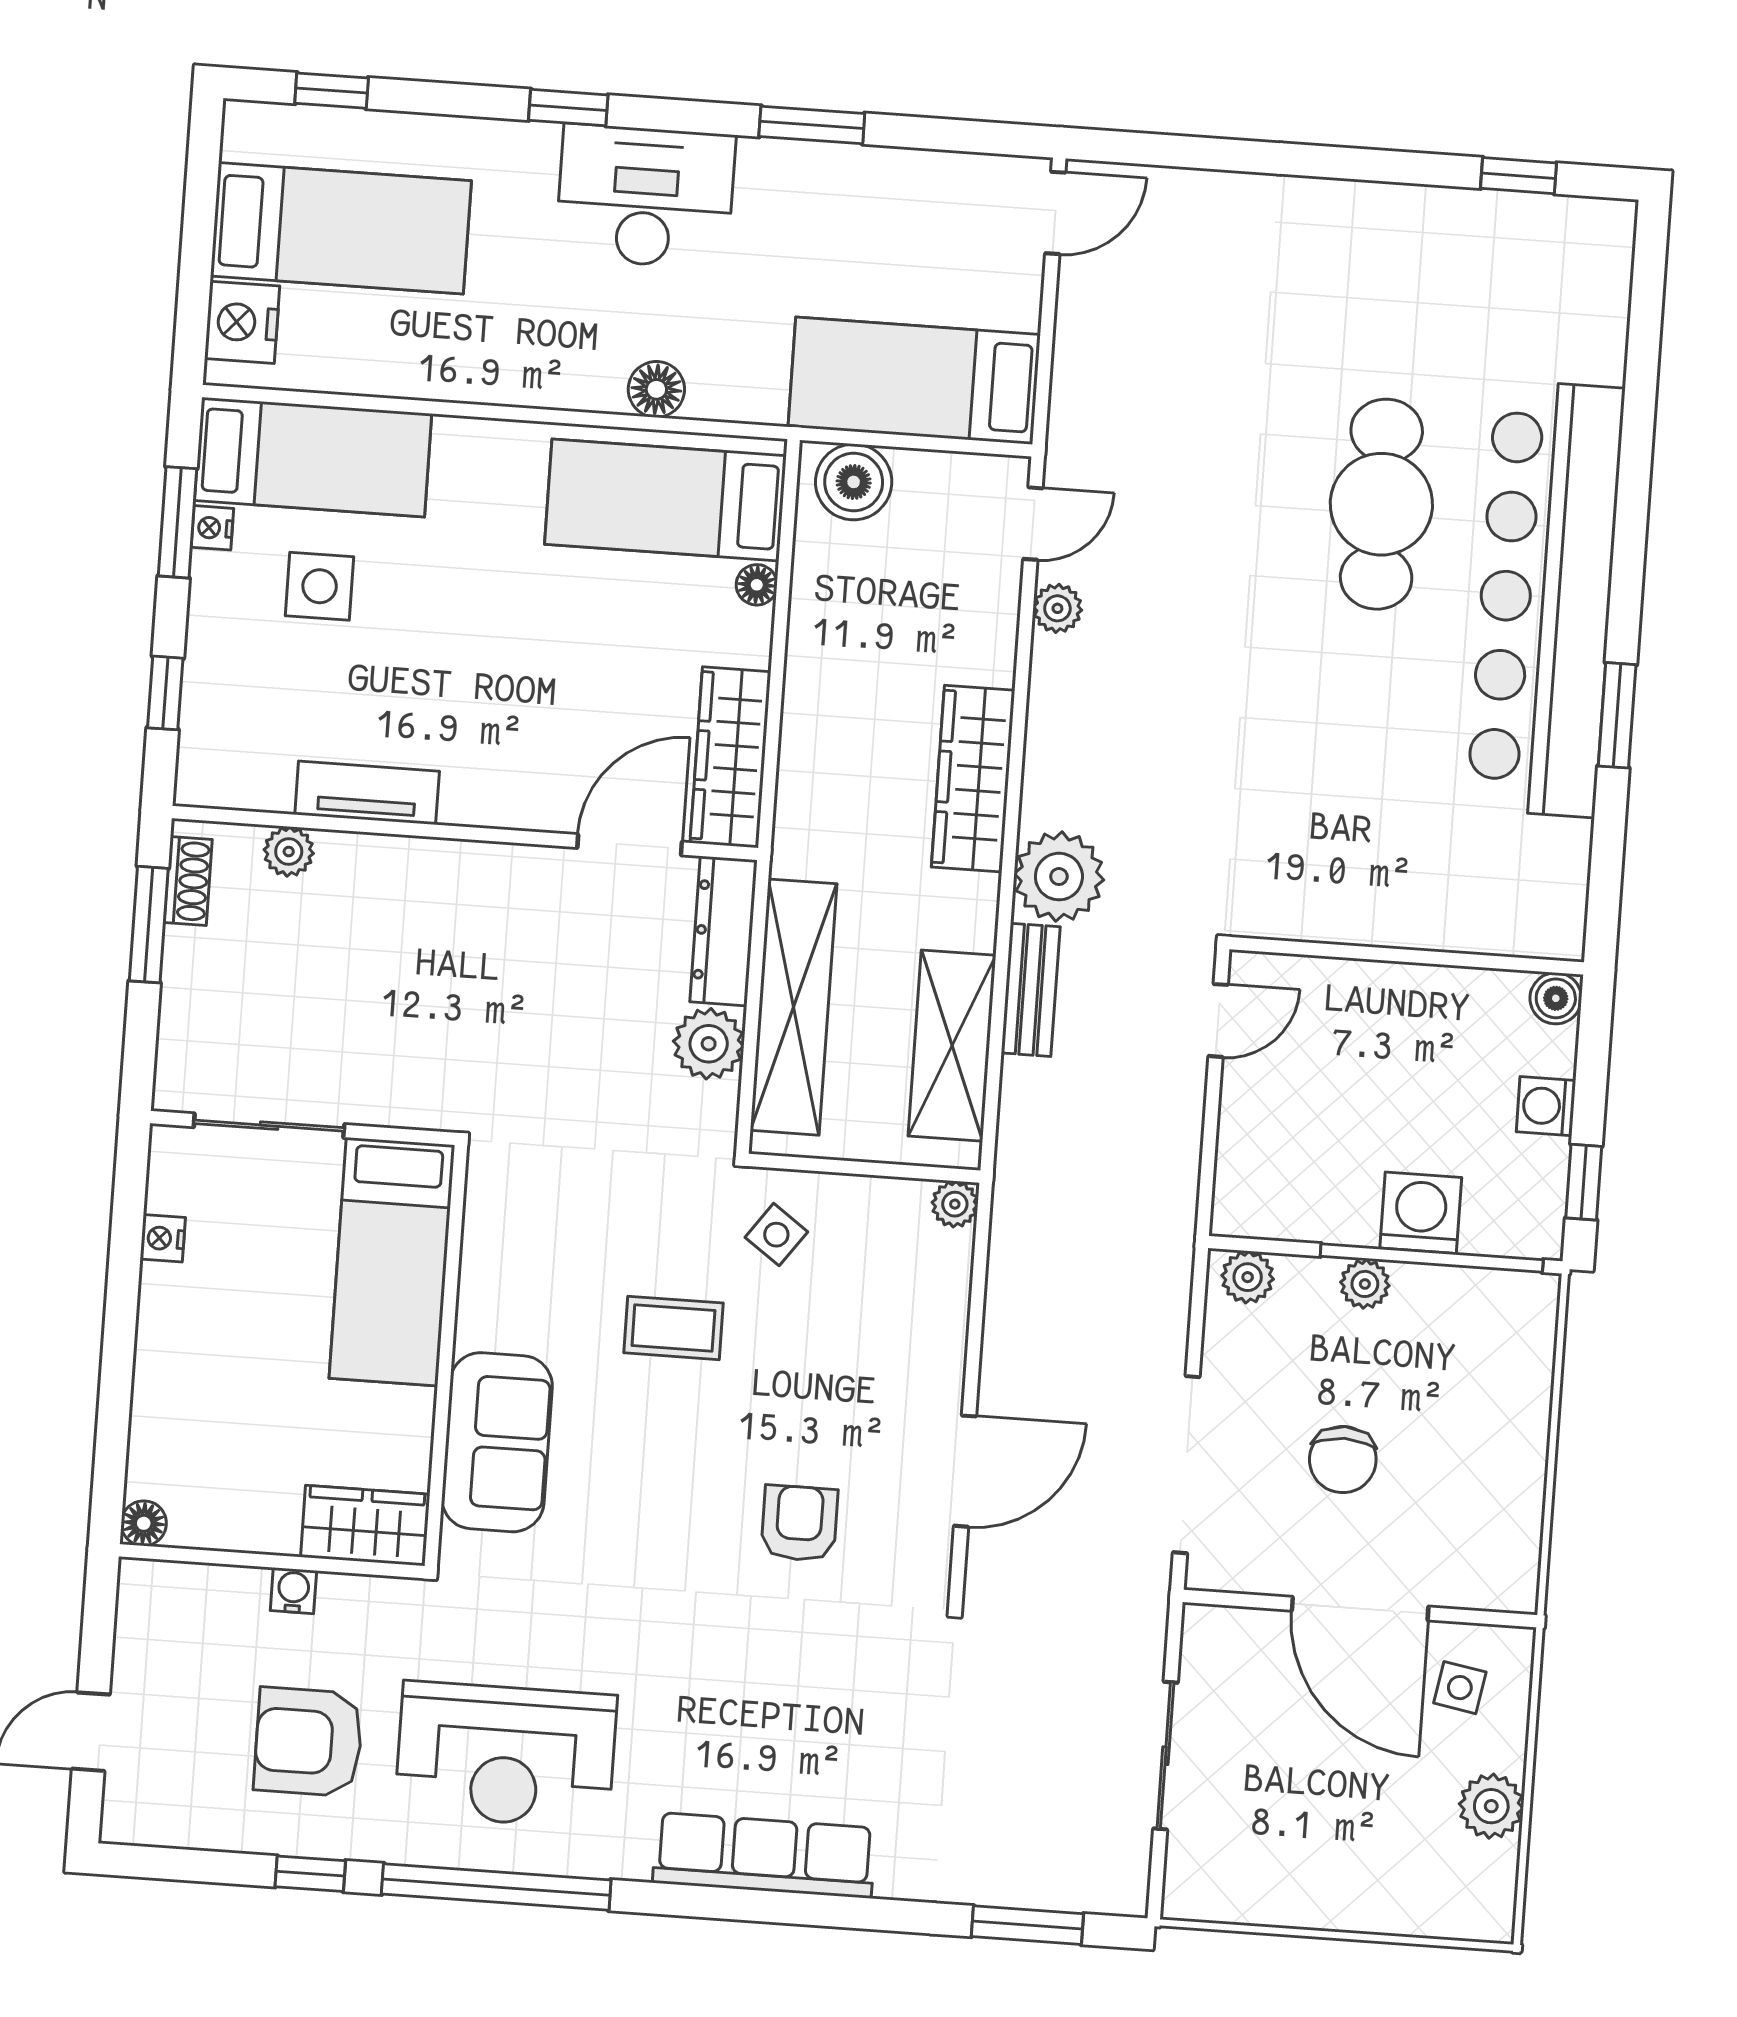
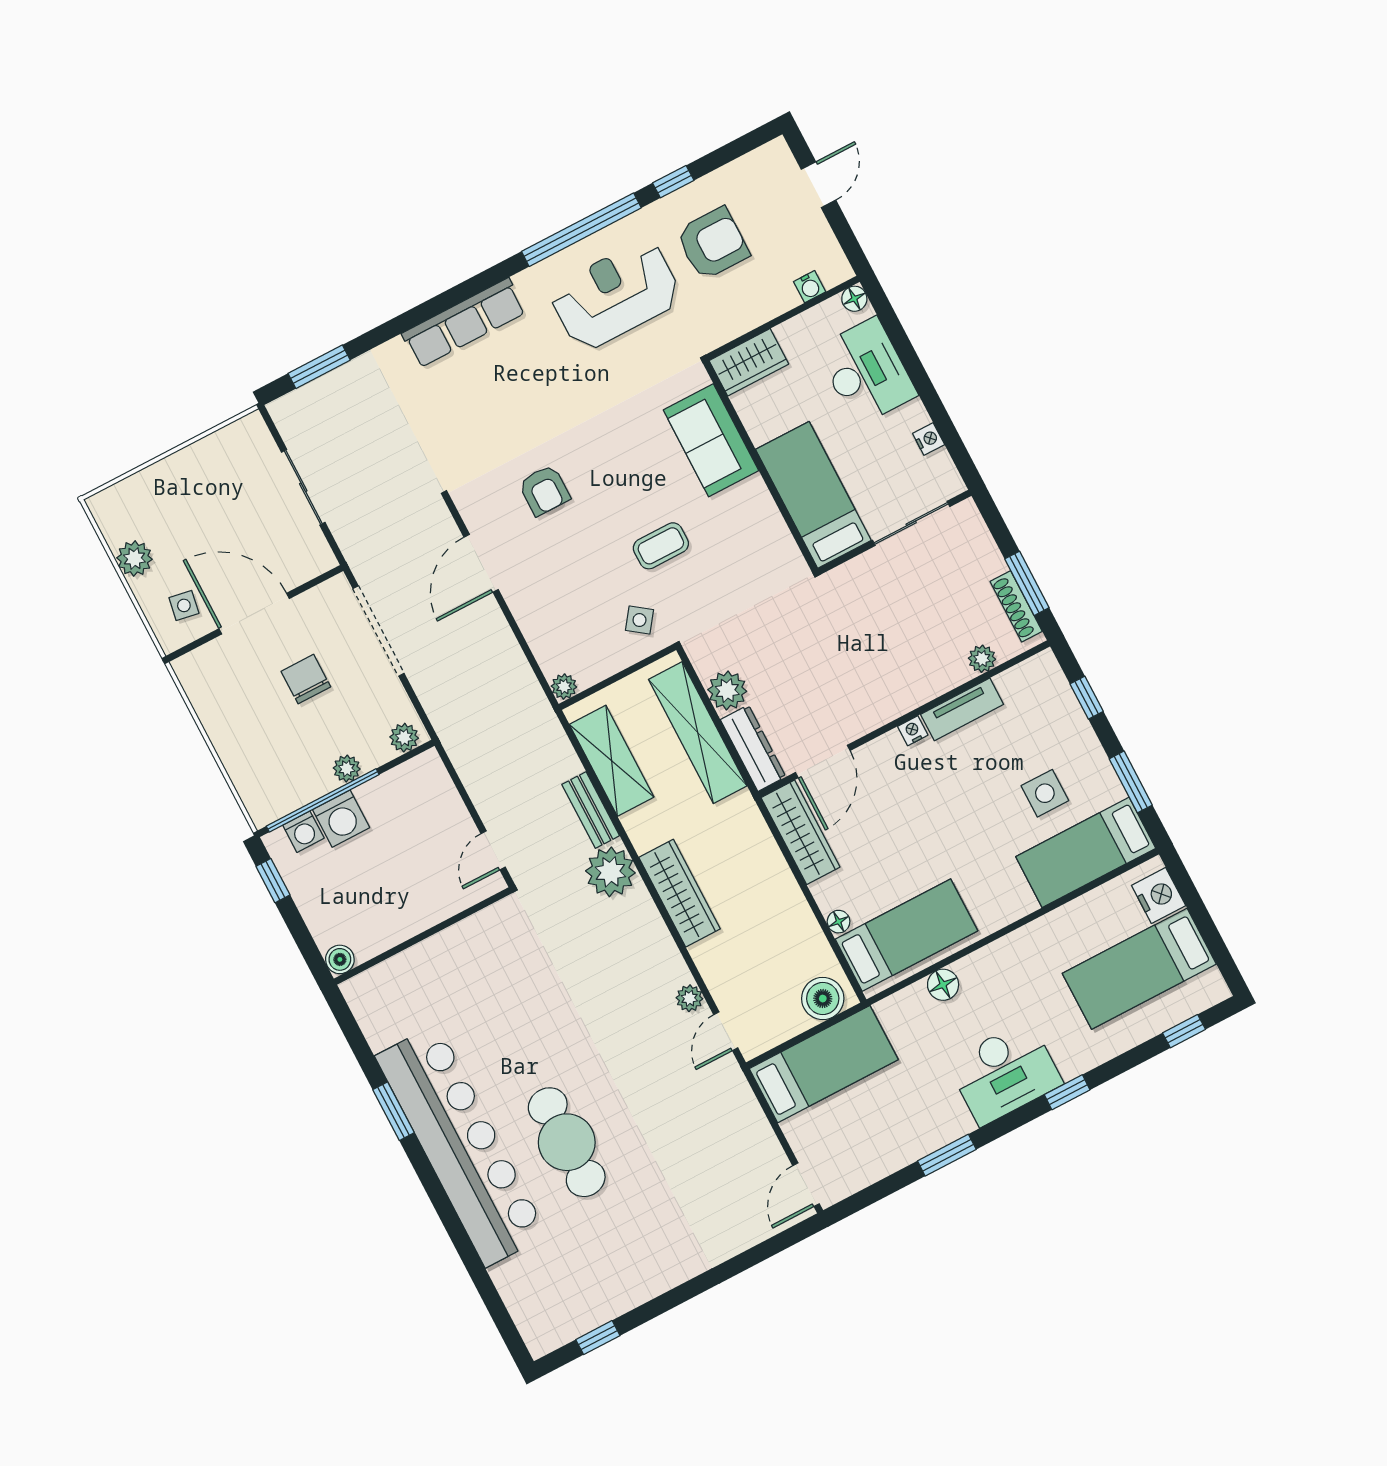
nightstand: (212, 528) -> (913, 731), moved, turned -90
shoe rack: (188, 881) -> (1016, 606), width x1.43
washing machine: (1546, 1106) -> (303, 832), moved, turned 90
desk: (194, 1400) -> (866, 372), added
water cooler: (293, 1591) -> (810, 287), moved

